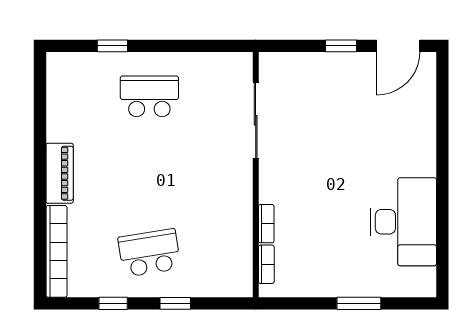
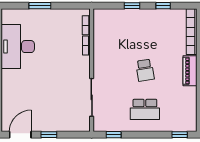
window: (112, 46) -> (180, 135), moved
window: (212, 46) -> (114, 135), added
school desk: (149, 253) -> (145, 70), moved, width x0.54

